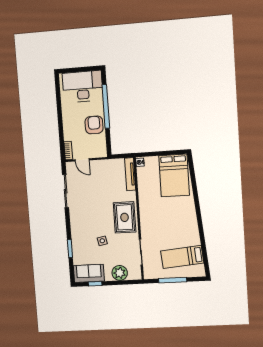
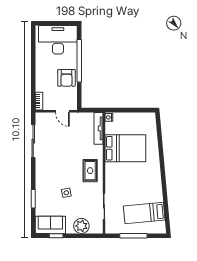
armchair: (94, 125) -> (67, 78), turned 180
door: (82, 160) -> (62, 111), moved
bed: (174, 176) -> (125, 148), moved, turned -90
rug: (125, 217) -> (90, 171), width x0.73, depth x0.70

